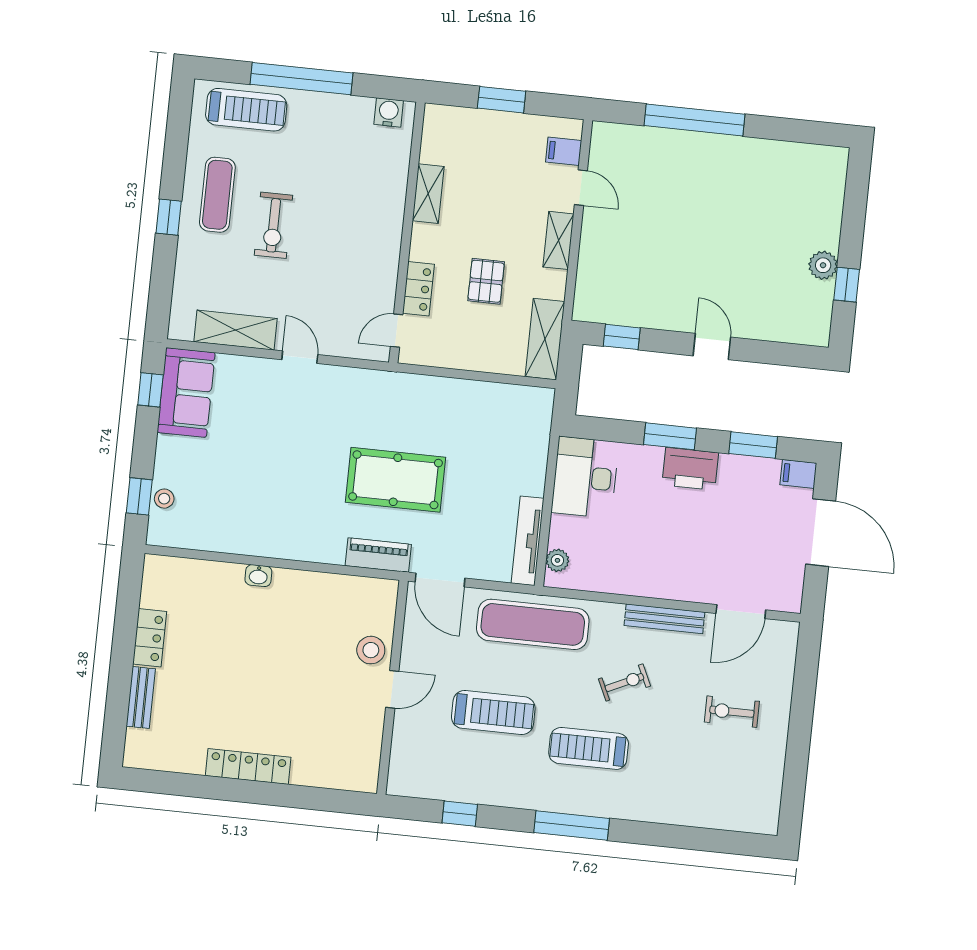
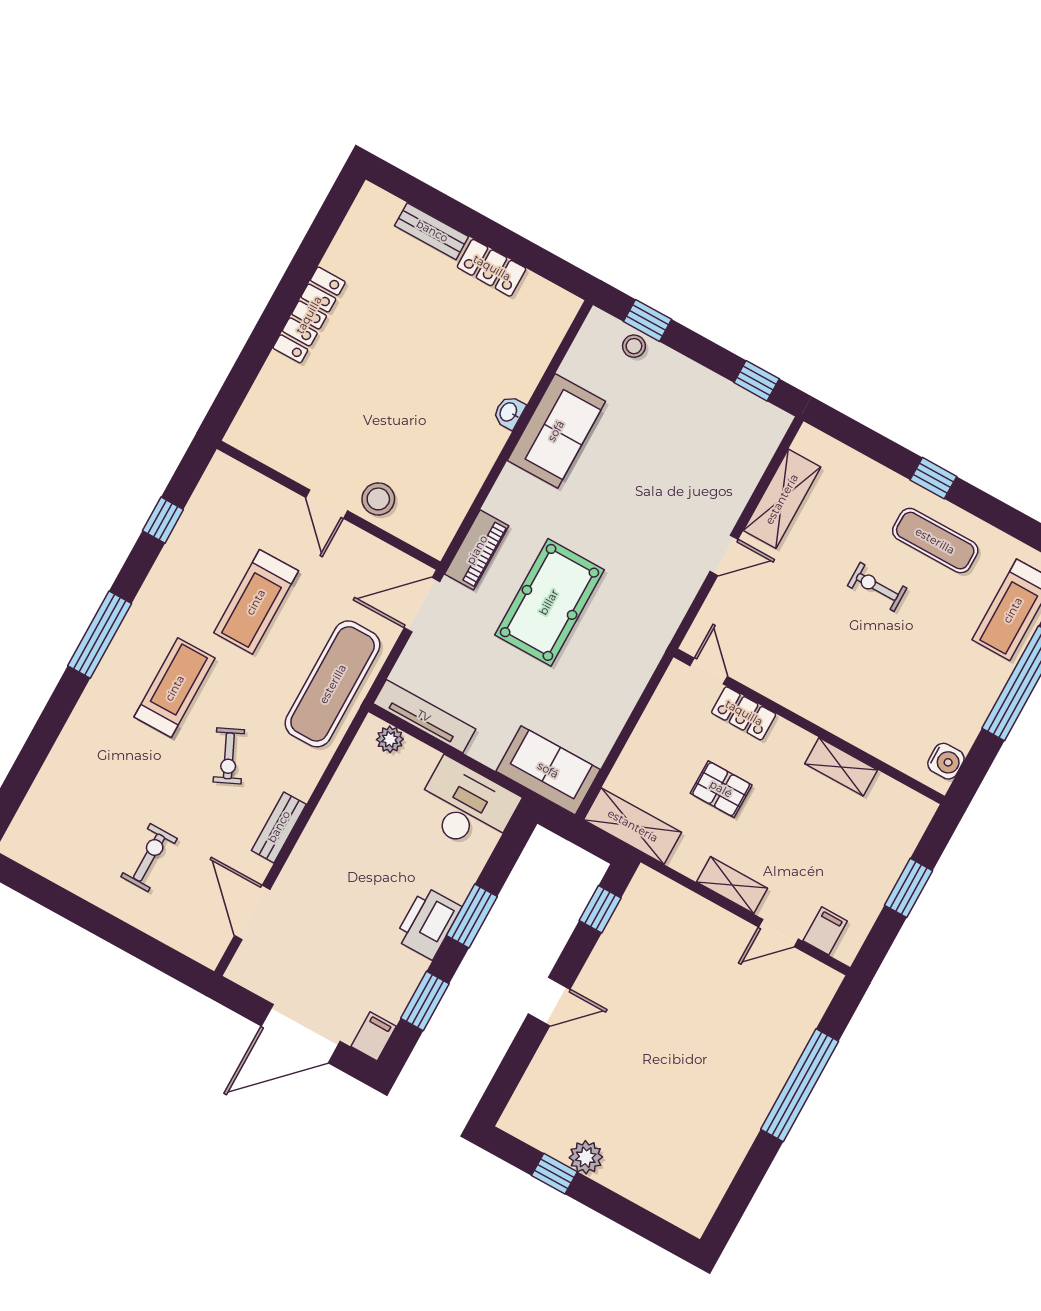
exercise bike: (274, 225) -> (877, 587), width x0.73, depth x0.72
sofa: (186, 392) -> (556, 431), moved, turned -90
sofa: (529, 425) -> (548, 770), added
bench: (664, 619) -> (279, 827), width x0.73

